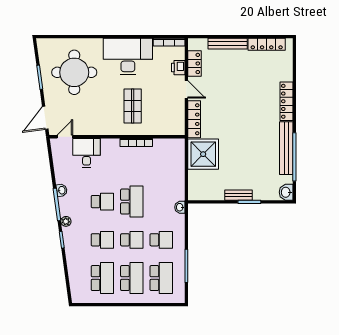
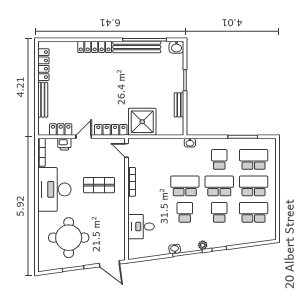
door: (65, 137) -> (127, 150), moved
bench: (239, 195) -> (179, 105), moved
school desk: (132, 240) -> (219, 186), width x1.85

